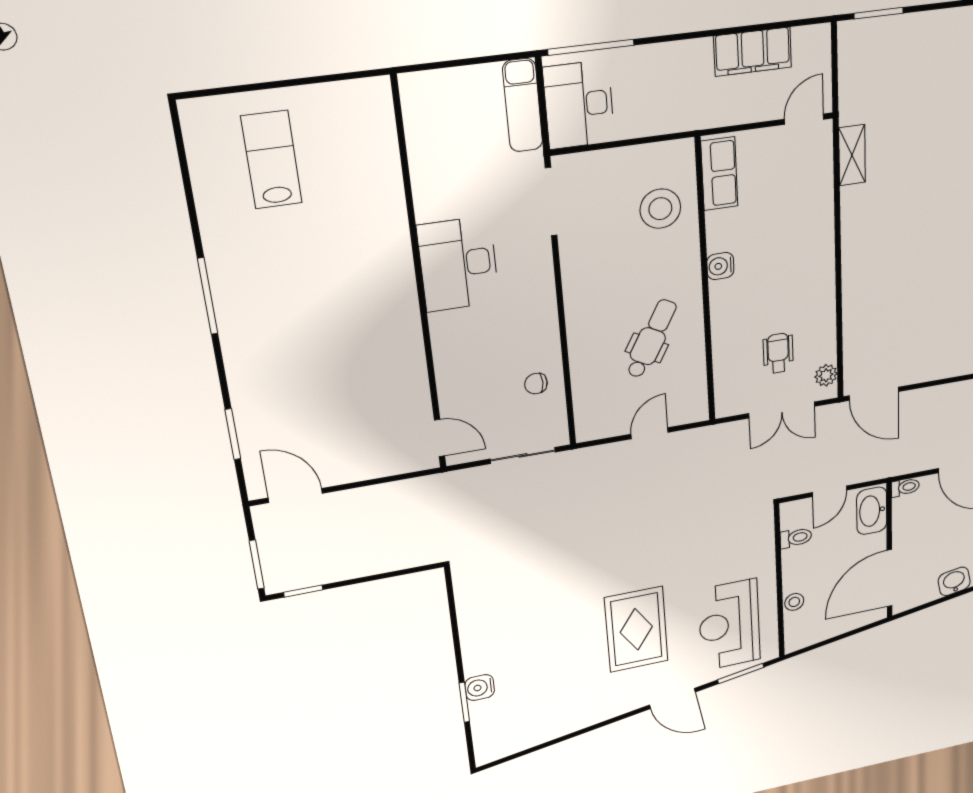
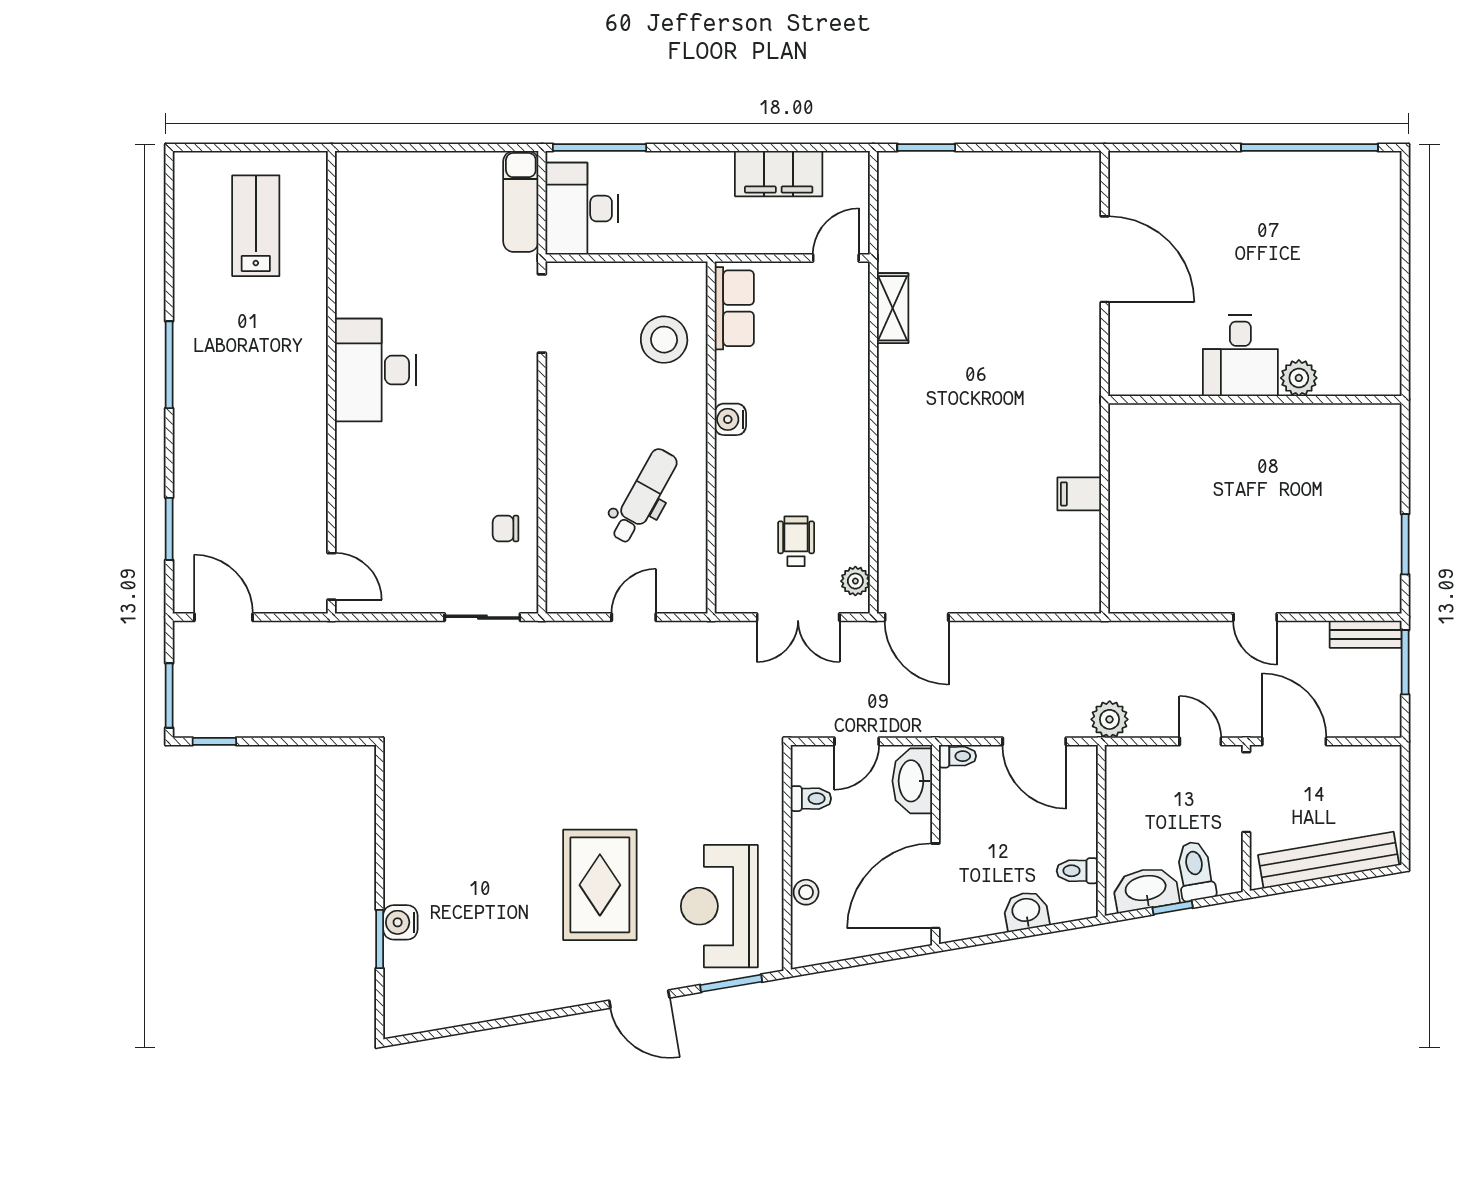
desk: (458, 264) -> (375, 370), moved
wall: (420, 280) -> (331, 382), moved
door: (440, 438) -> (331, 576), moved

